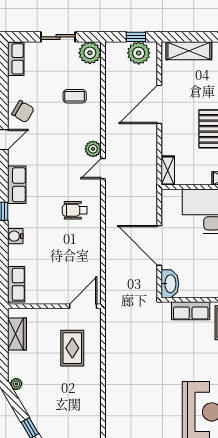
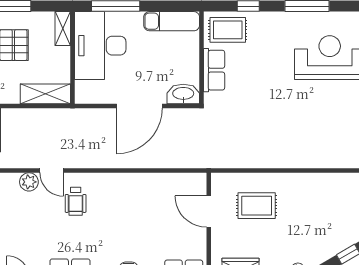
shelving: (168, 171) -> (45, 94), width x1.50, depth x1.33
wheelchair: (75, 210) -> (76, 201), moved
door: (83, 306) -> (209, 211), moved

